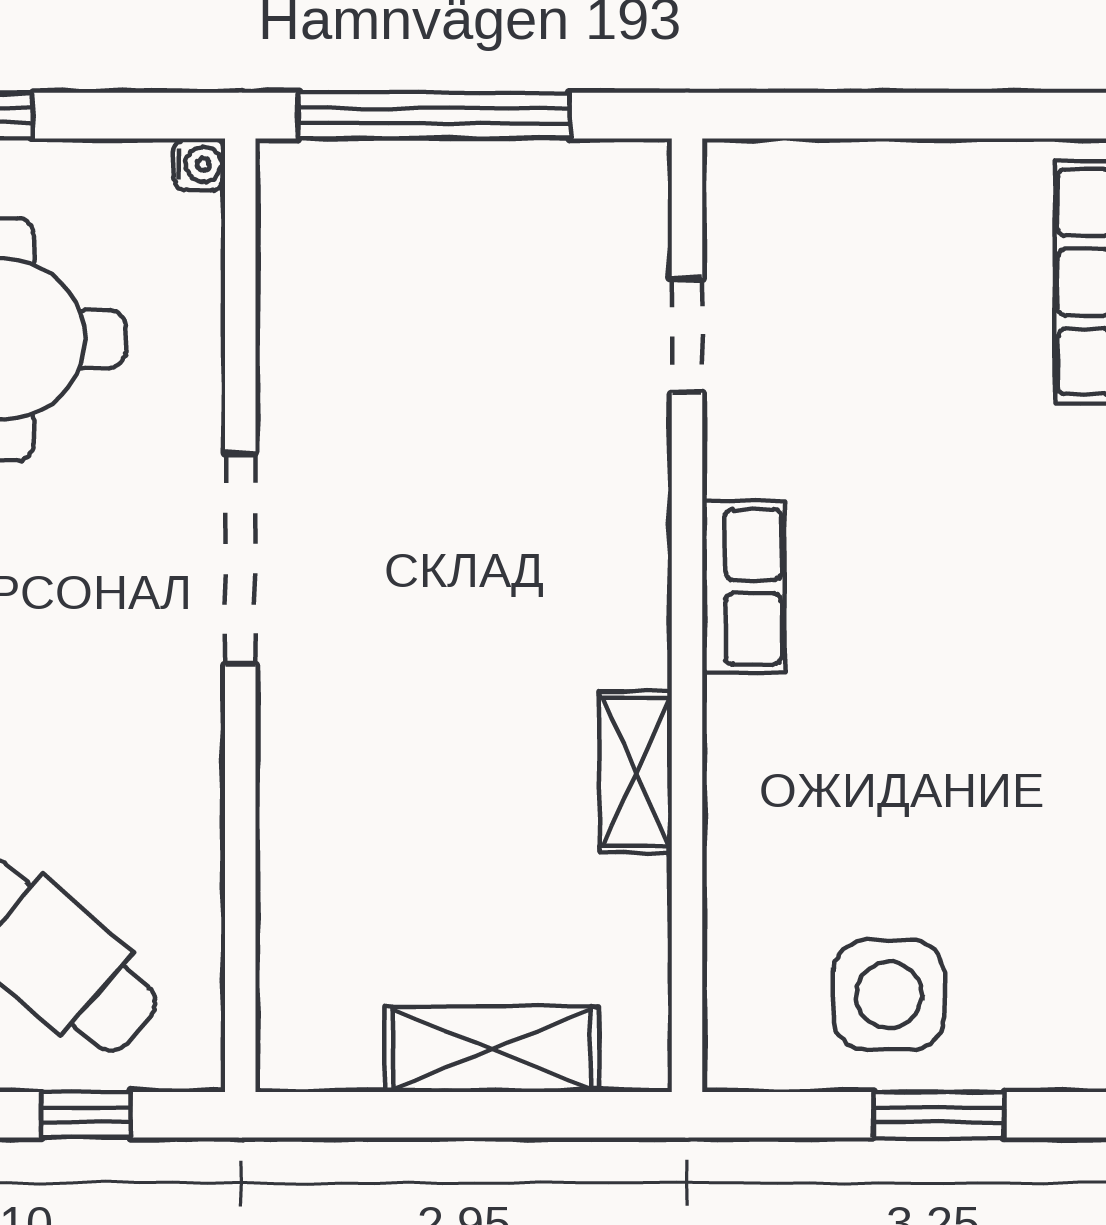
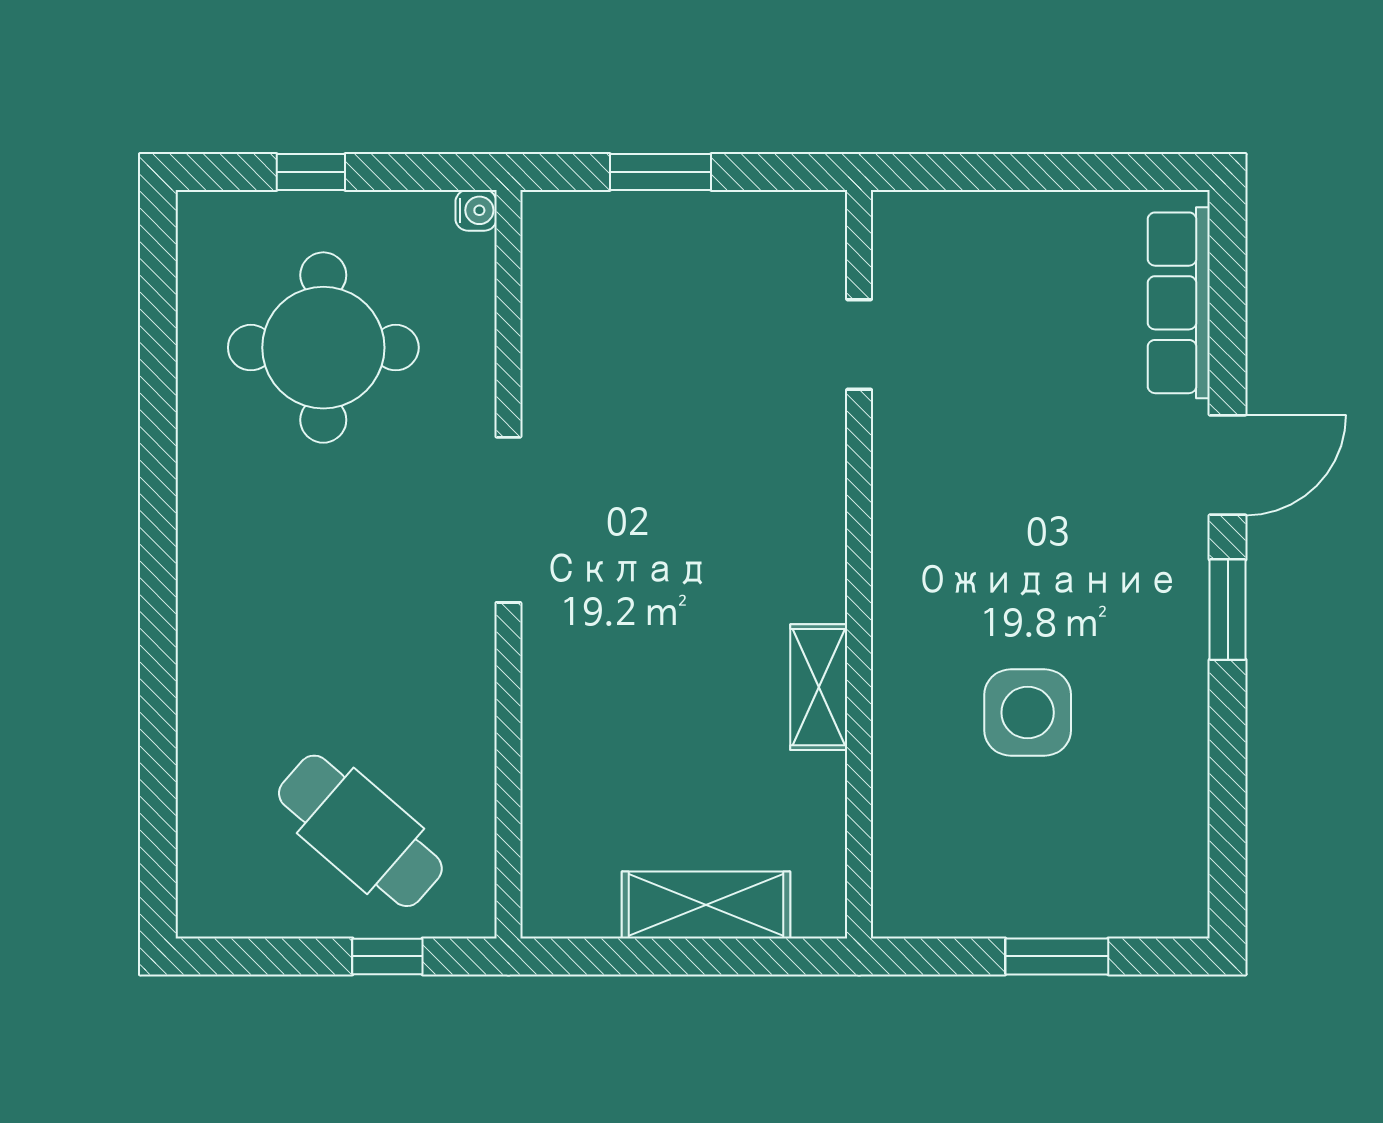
window: (434, 116) -> (660, 172), width x0.47
row of seats: (743, 587) -> (903, 542), removed
side table: (889, 995) -> (1028, 713), moved

